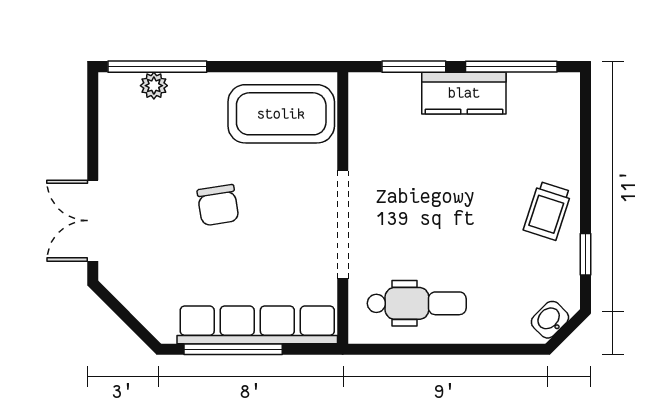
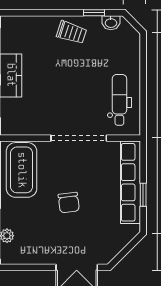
chair: (218, 205) -> (69, 203), turned 92
washbasin: (550, 320) -> (111, 23), moved, turned -45
window: (233, 349) -> (143, 195), width x0.46

